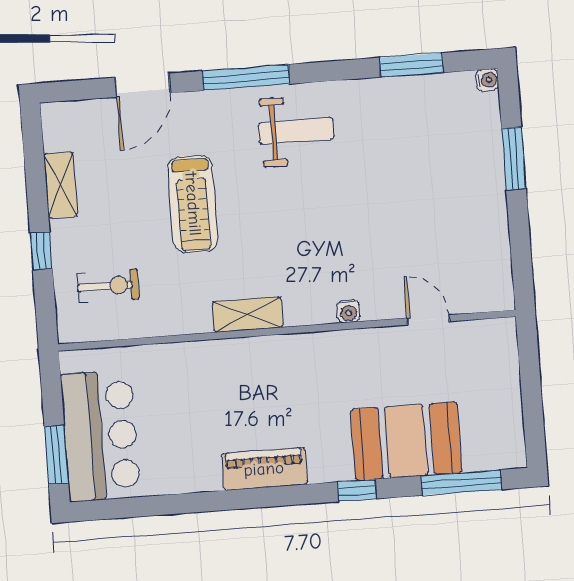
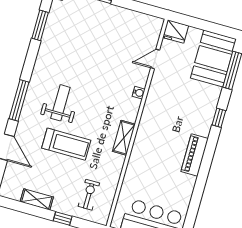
weight bench: (296, 131) -> (60, 103), moved
fridge: (498, 341) -> (176, 32), added
booth: (406, 441) -> (213, 59), moved

